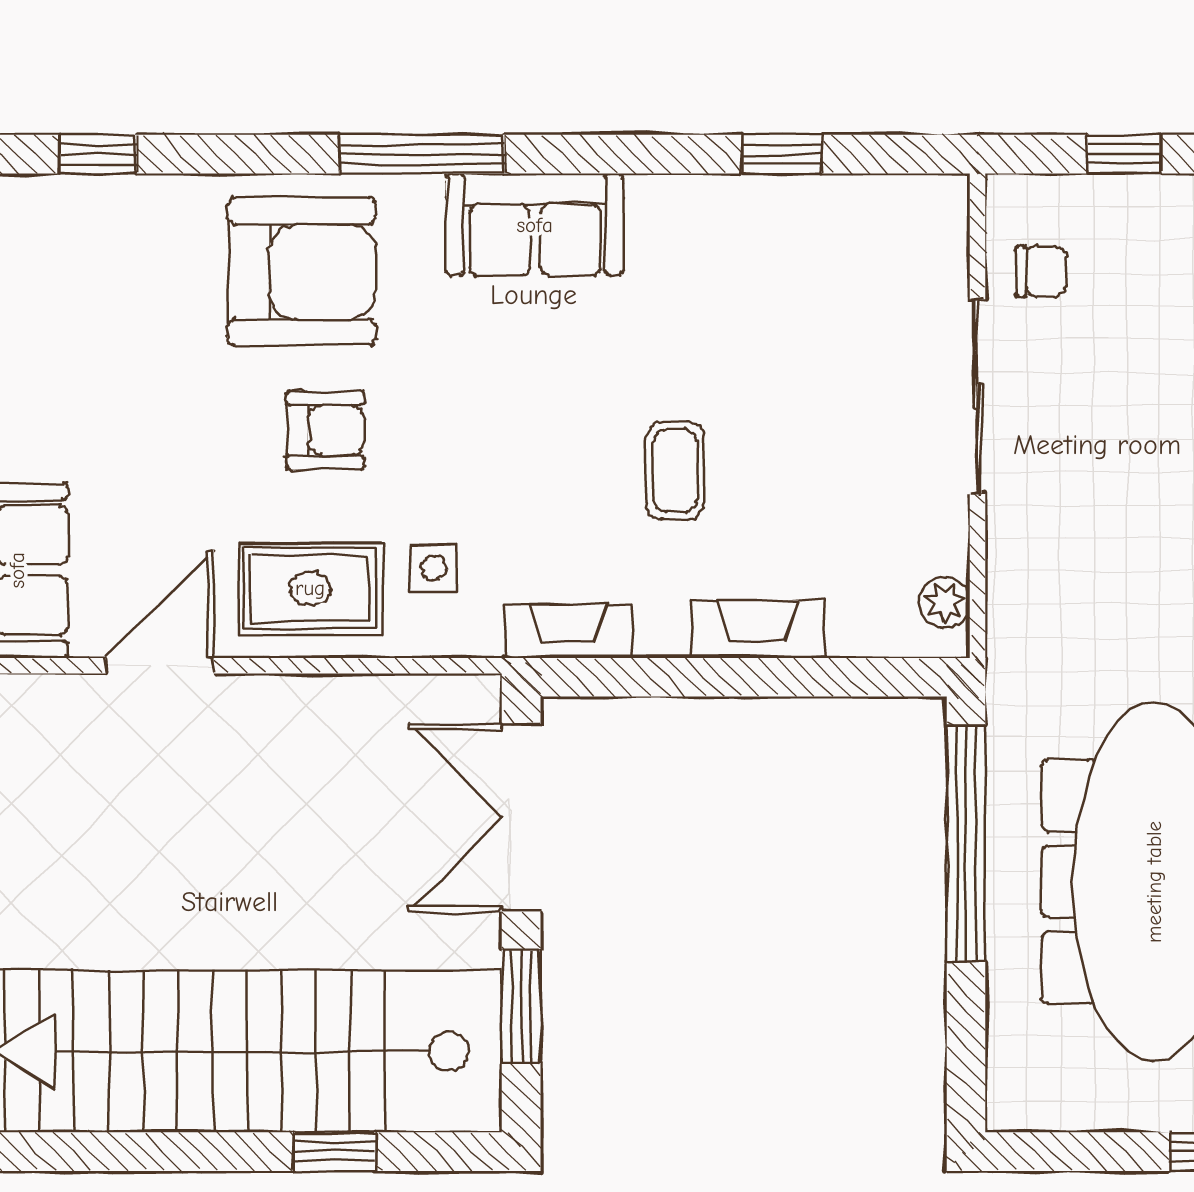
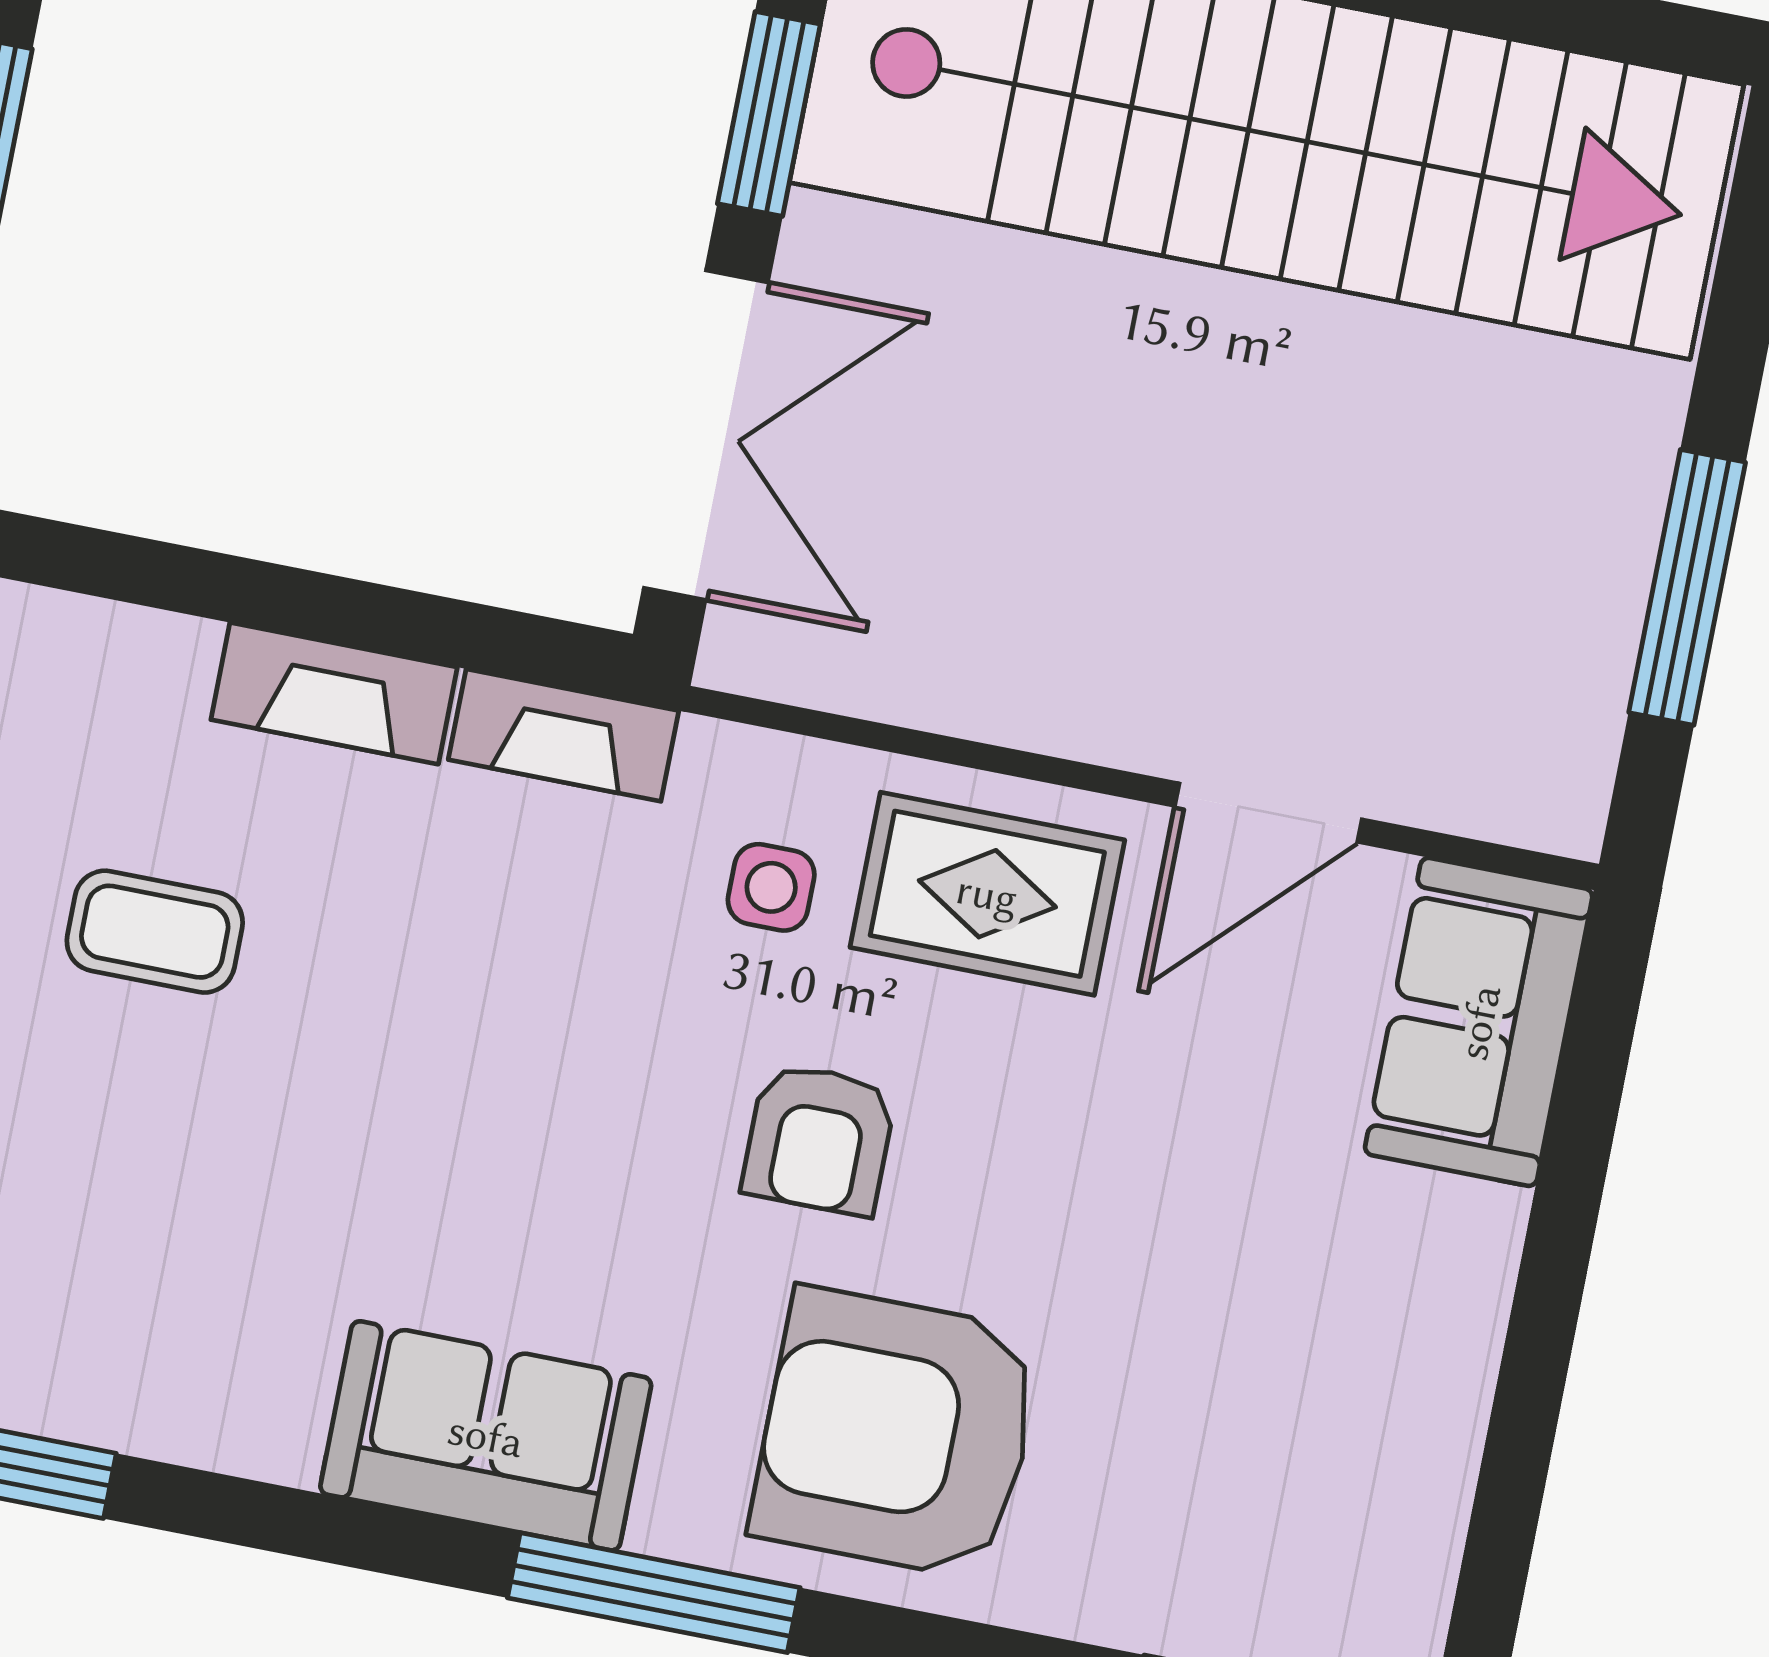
armchair: (325, 430) -> (819, 1139), moved, turned -90
coffee table: (675, 471) -> (155, 932), moved, turned 90
fireplace: (758, 629) -> (334, 693), moved

